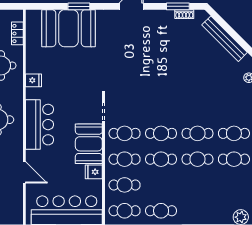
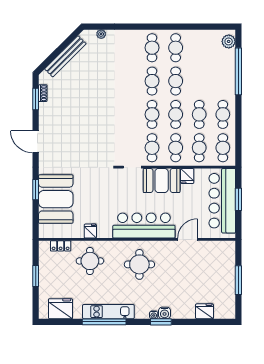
fridge: (34, 80) -> (90, 231), moved
bar counter: (40, 125) -> (144, 226), width x1.36
cafe table: (161, 185) -> (199, 114), added

